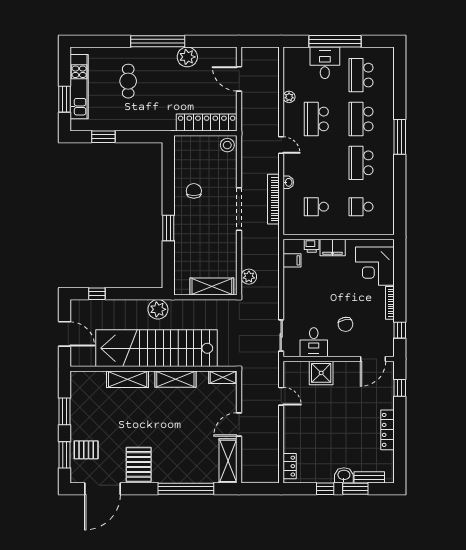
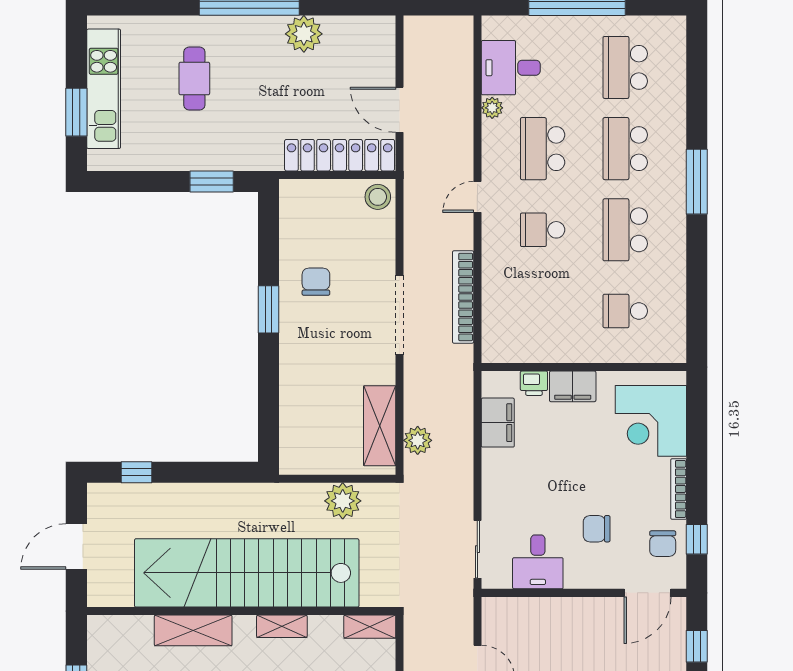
desk: (325, 63) -> (511, 68), moved, turned -90
door: (239, 79) -> (400, 110), moved
window: (103, 137) -> (212, 181), moved
door: (281, 145) -> (477, 197), swing flipped
washbasin: (288, 182) -> (491, 266), removed
school desk: (316, 207) -> (543, 230), moved
window: (168, 228) -> (268, 309), moved
filing cabinet: (292, 260) -> (498, 423), width x2.00
shelving: (212, 287) -> (380, 426), moved, turned 90
plant: (158, 309) -> (343, 501), moved
chair: (345, 324) -> (597, 529), turned 101
chair: (381, 332) -> (663, 544), added
door: (64, 334) -> (76, 547), swing flipped
shower: (321, 373) -> (552, 619), removed
shelving: (175, 379) -> (282, 626), width x0.67, depth x0.75

